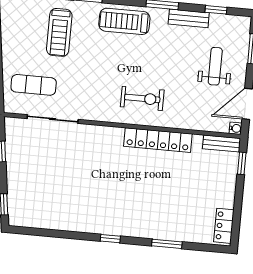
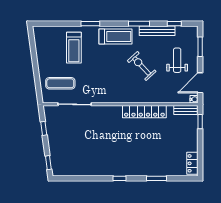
bench: (189, 18) -> (157, 31), width x1.36
treadmill: (124, 21) -> (115, 37), turned 180
exercise bike: (142, 98) -> (142, 66), moved, turned -133

